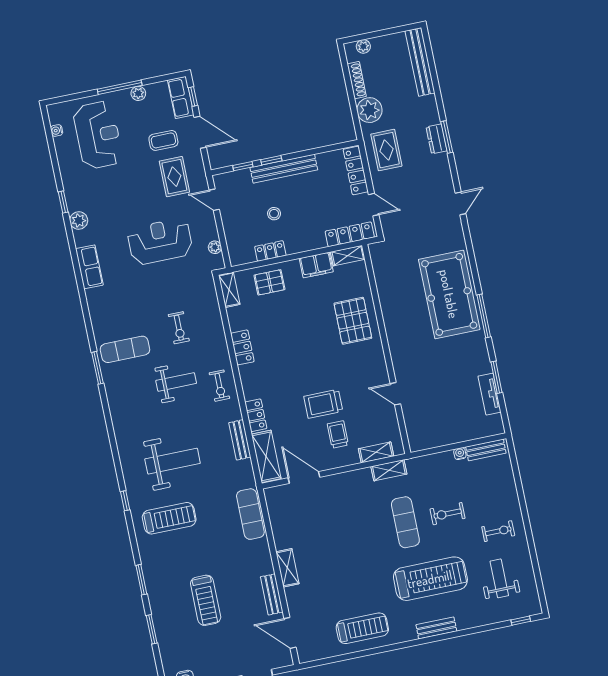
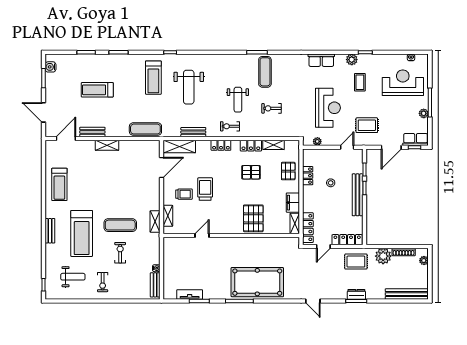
reception desk: (98, 135) -> (403, 83), turned 180
coffee table: (163, 140) -> (360, 82), moved
shelving: (229, 290) -> (274, 145), moved
pallet: (353, 321) -> (253, 218), turned 90
pallet: (283, 339) -> (251, 172), added
locker: (256, 415) -> (221, 145), moved

